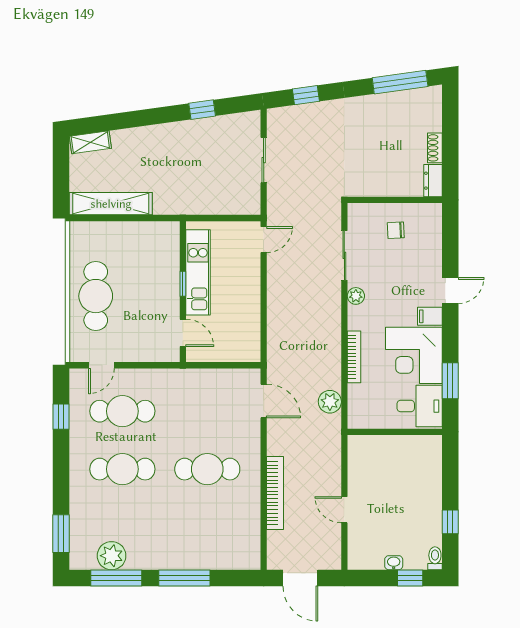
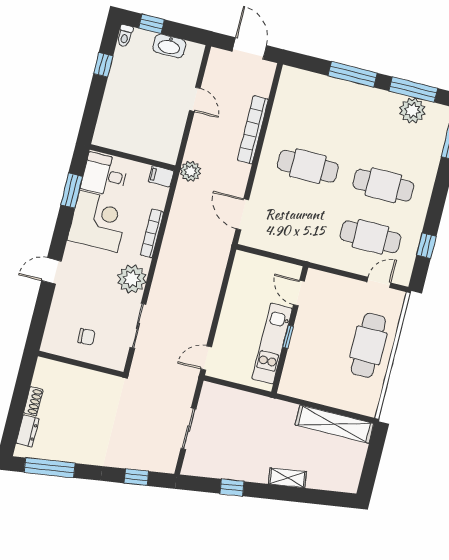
shelving: (90, 142) -> (287, 478), moved
dresser: (433, 181) -> (28, 431), moved
plant: (356, 296) -> (132, 279), width x1.88, depth x1.88
filing cabinet: (430, 316) -> (161, 176), moved, turned 180
plant: (330, 402) -> (190, 171), moved
washbasin: (394, 563) -> (169, 46), width x1.91, depth x1.45

